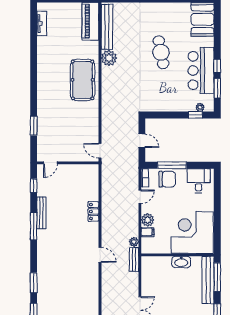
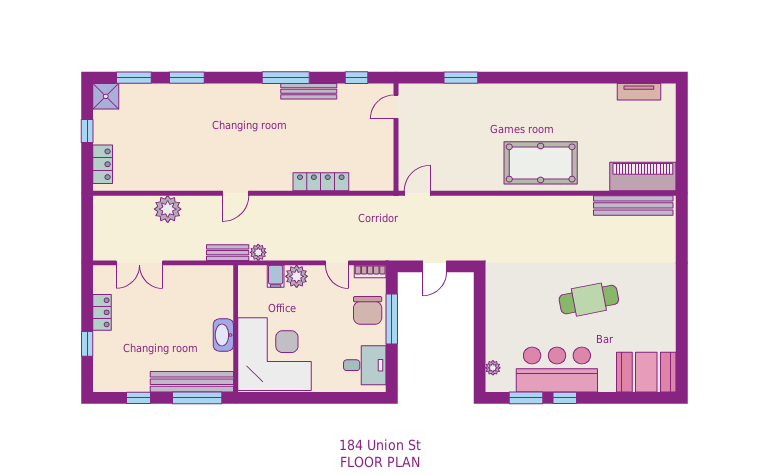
plant: (109, 58) -> (168, 209), moved
window: (195, 115) -> (480, 360), removed
door: (50, 163) -> (396, 107), hinge flipped
locker: (93, 211) -> (321, 182), width x1.53

